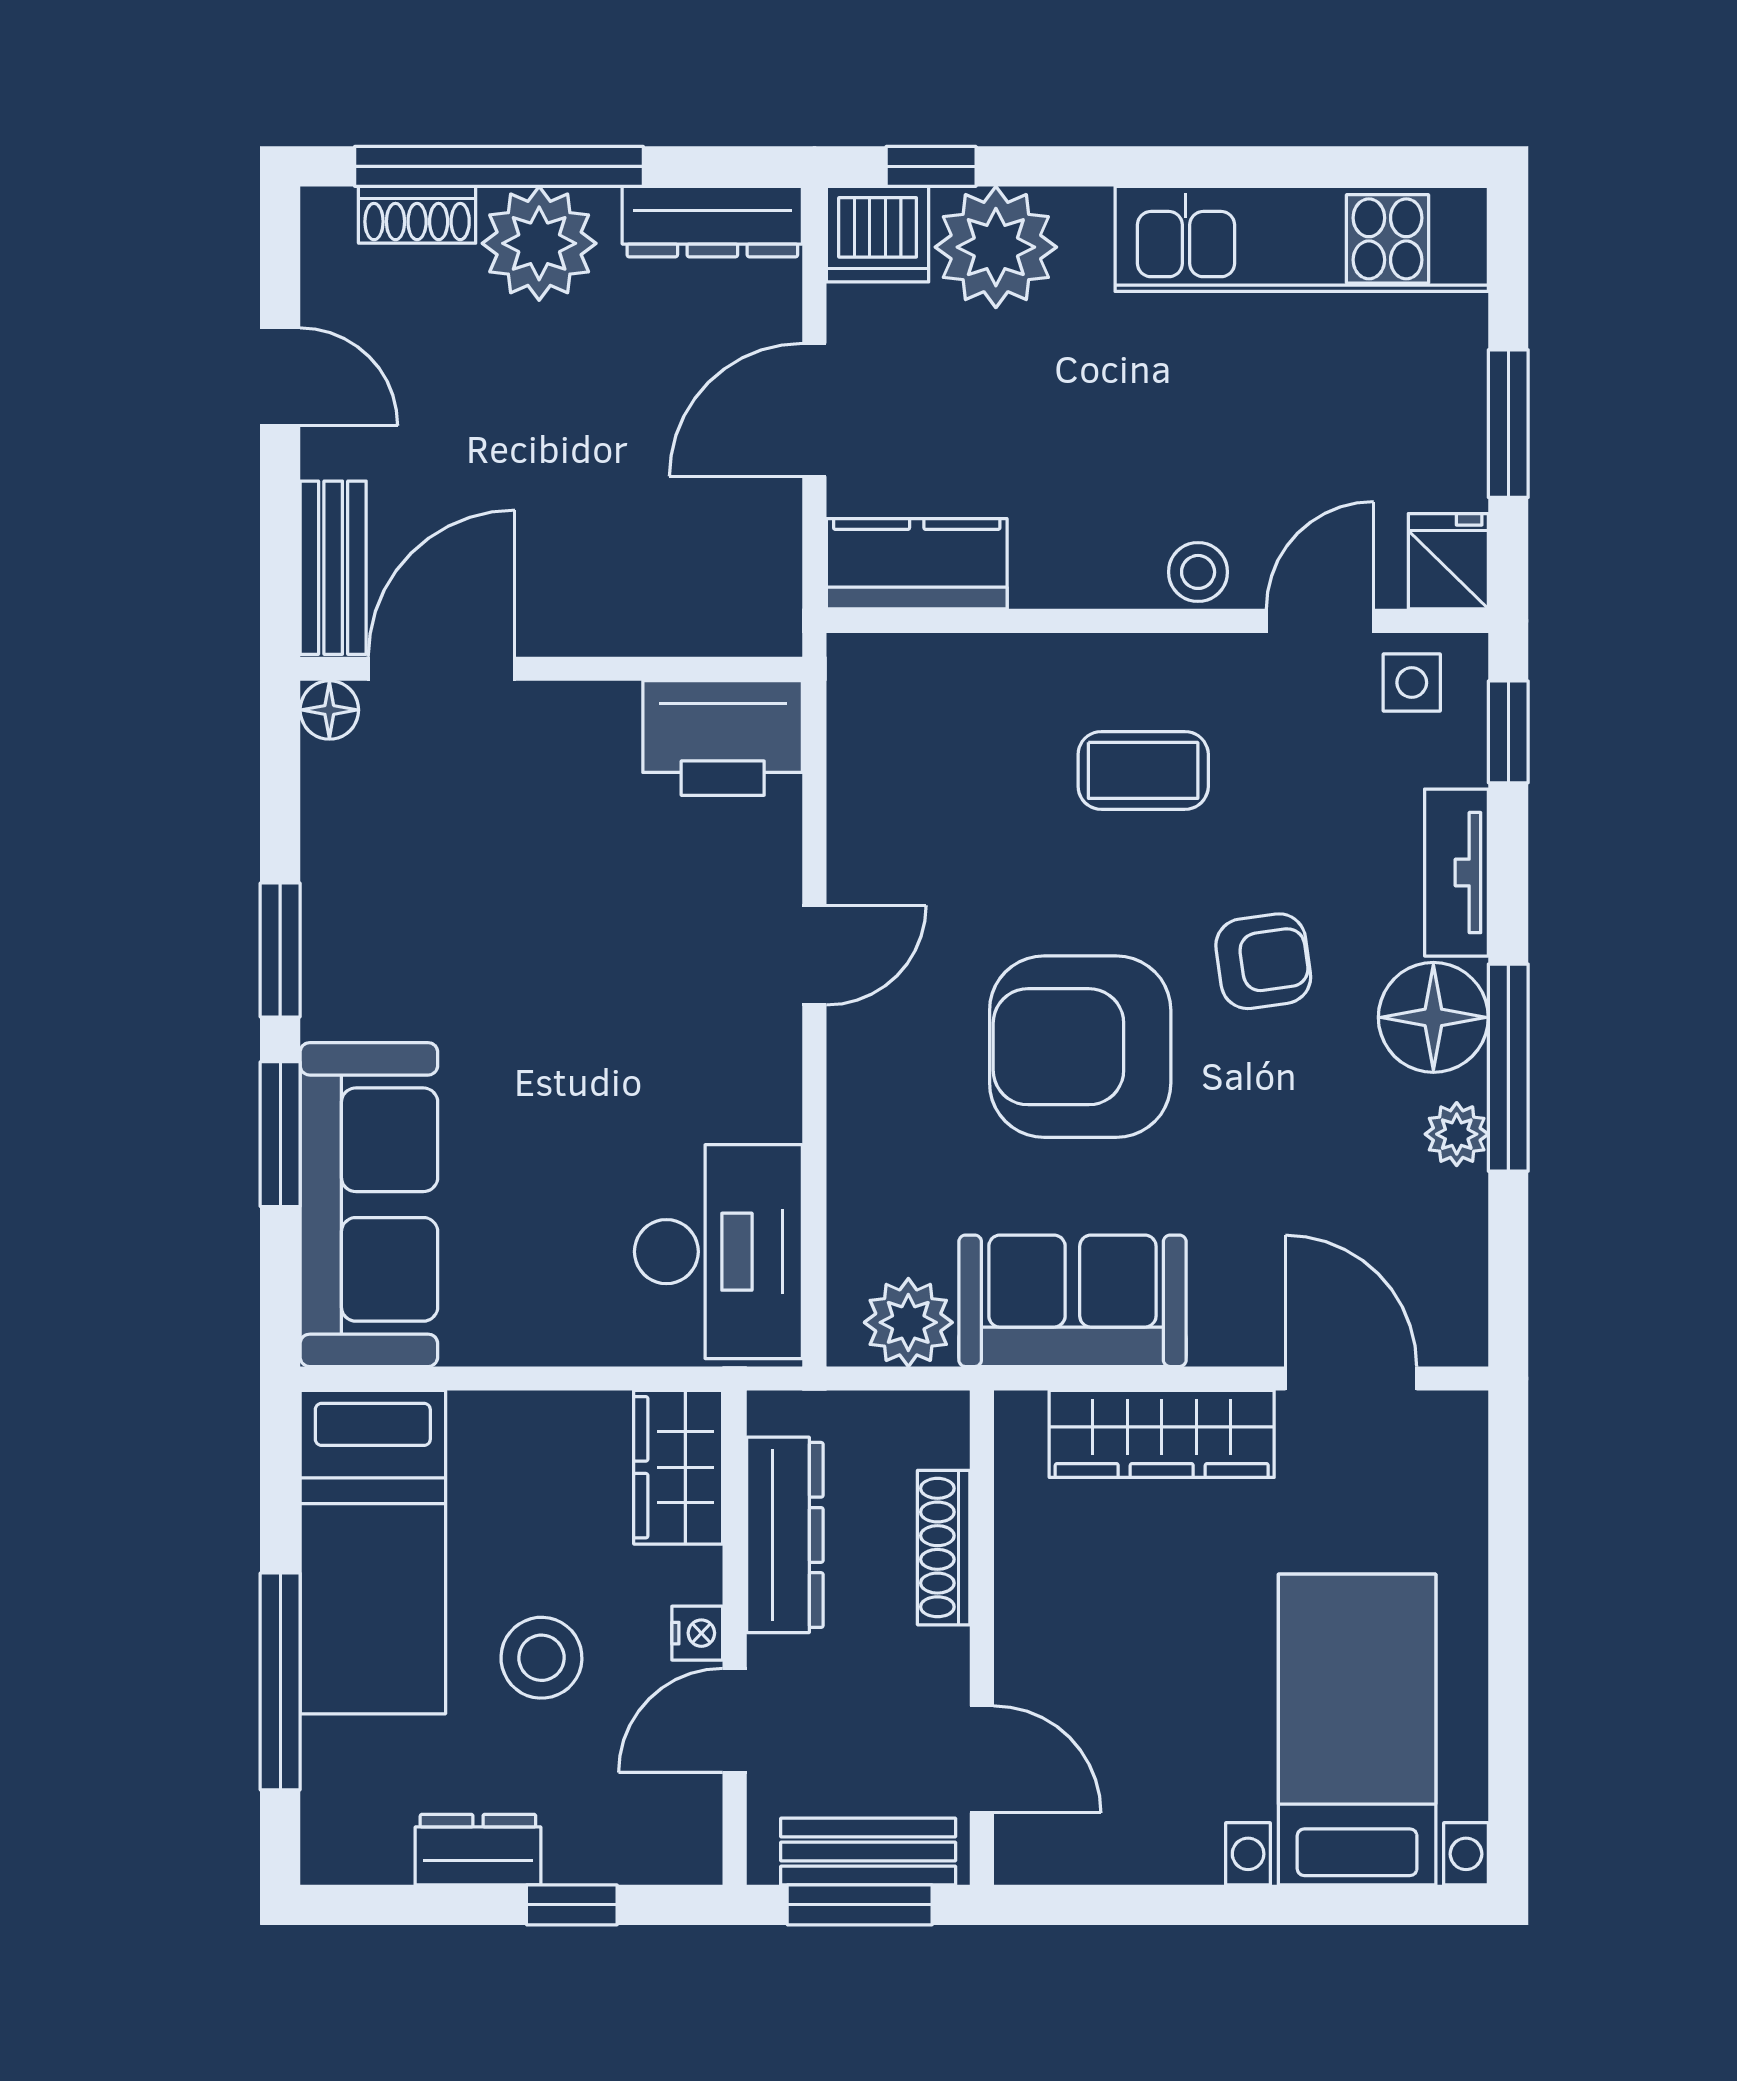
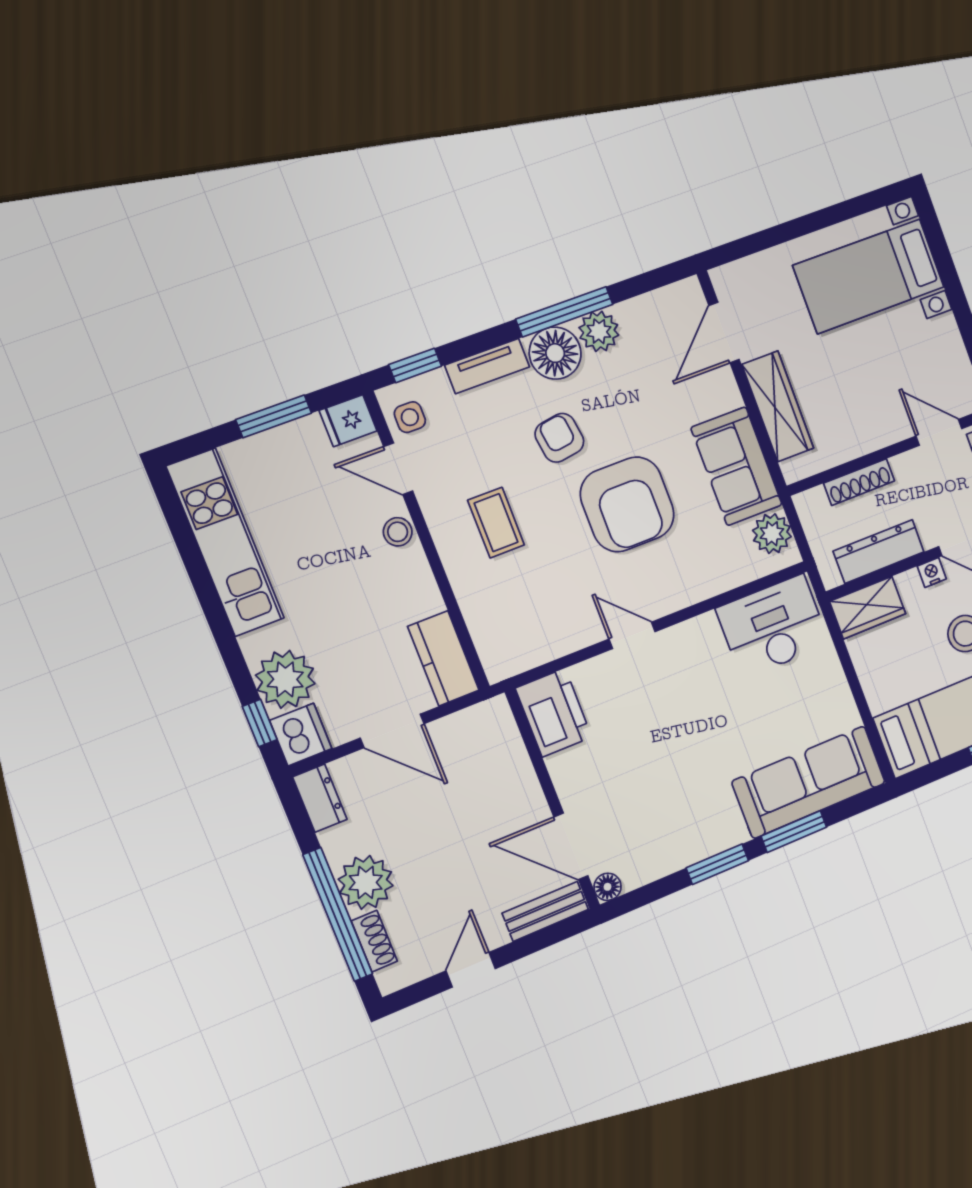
dresser: (712, 222) -> (320, 798), width x0.70
plant: (1457, 1134) -> (599, 331), width x1.38, depth x1.38
door: (982, 1759) -> (939, 432), hinge flipped

